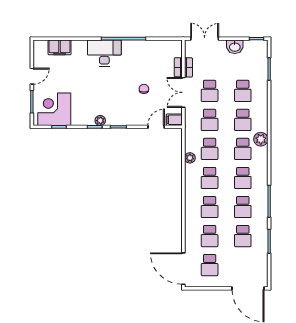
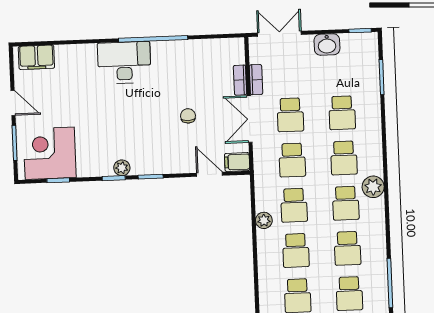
filing cabinet: (60, 47) -> (36, 57), moved
door: (32, 76) -> (13, 103), hinge flipped
door: (156, 127) -> (209, 174), hinge flipped

